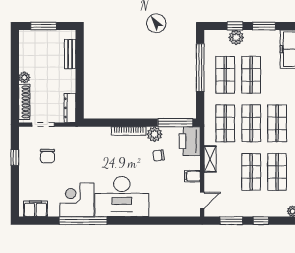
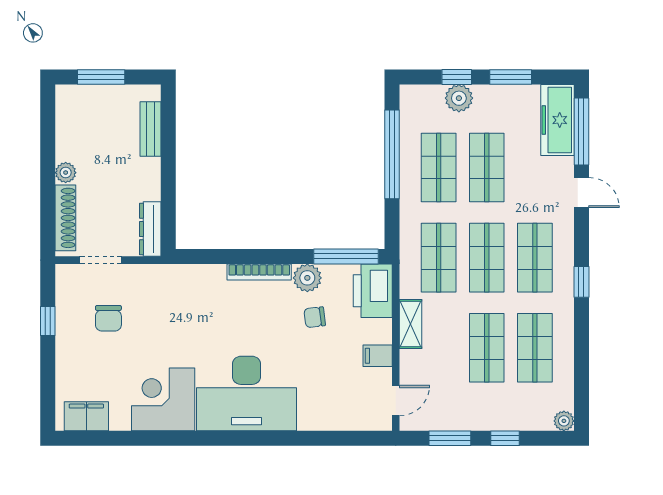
window: (83, 221) -> (175, 438), removed

